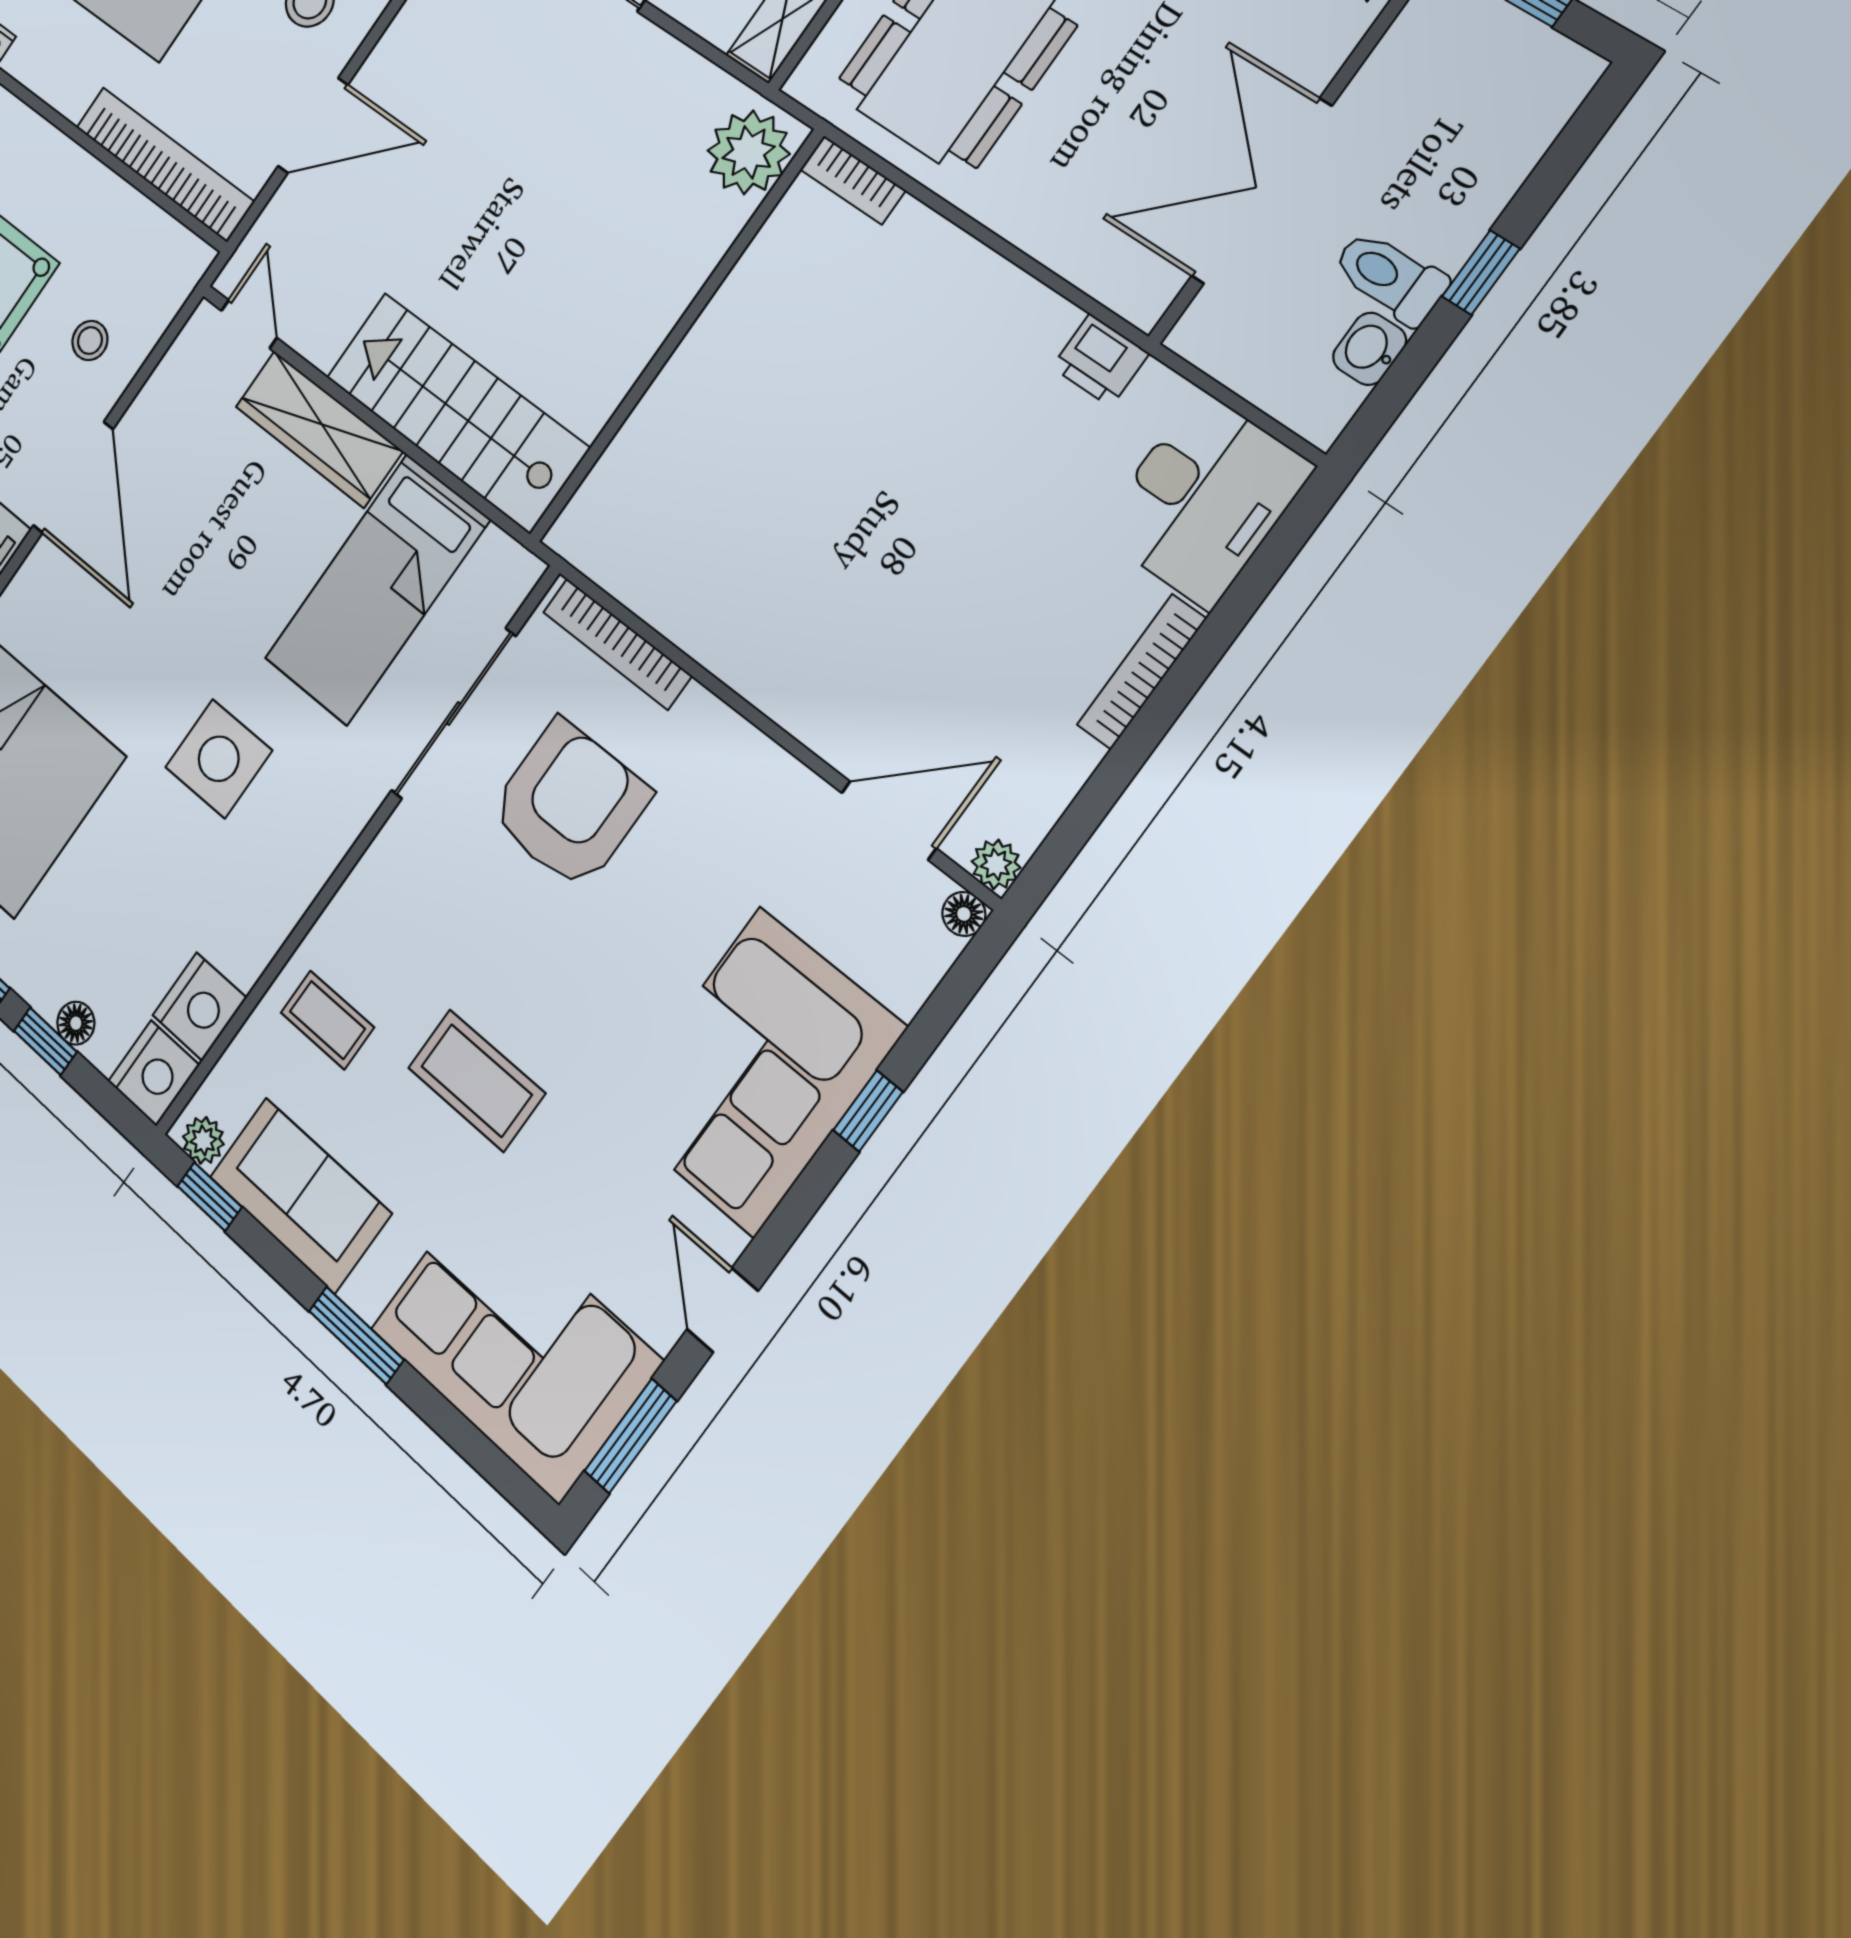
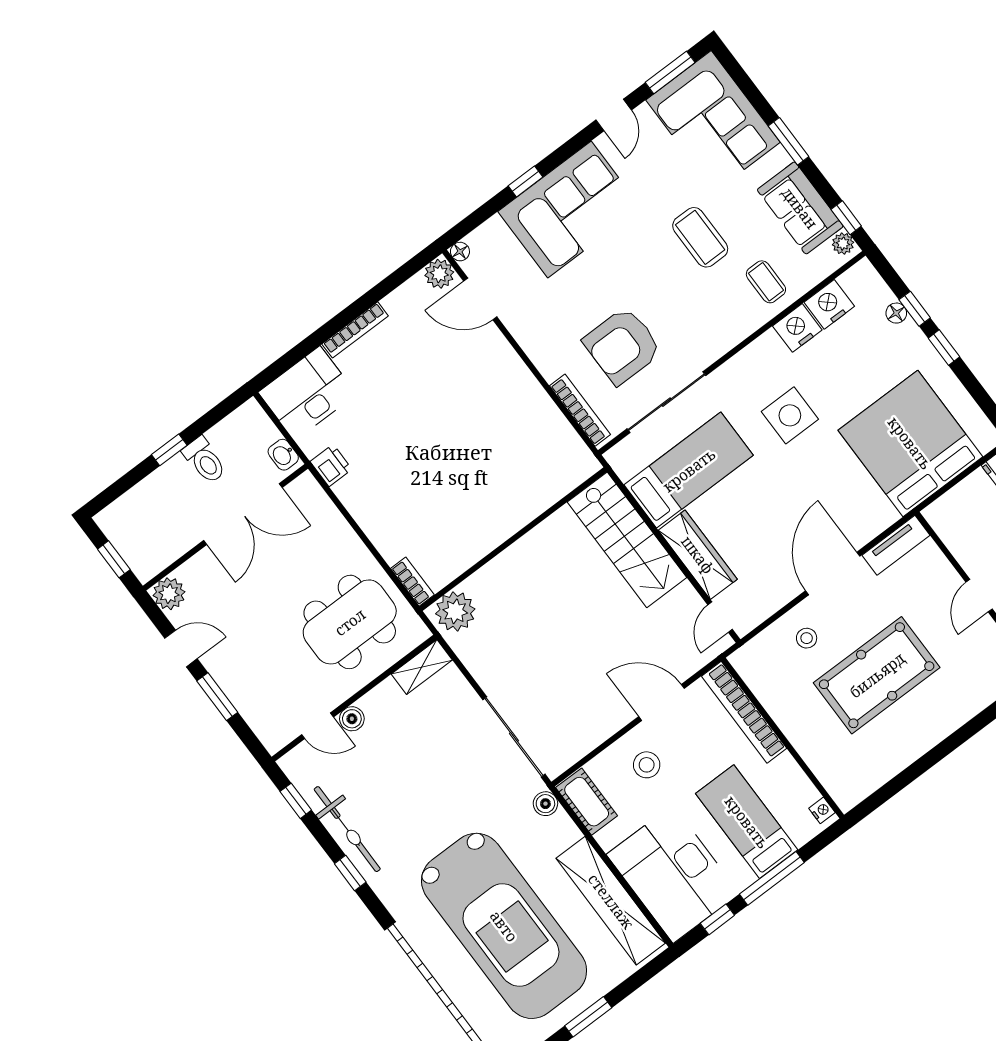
washbasin: (1370, 349) -> (283, 455), moved, turned 90
plant: (996, 864) -> (439, 274), width x1.38, depth x1.38
nightstand: (154, 1073) -> (797, 328), moved

